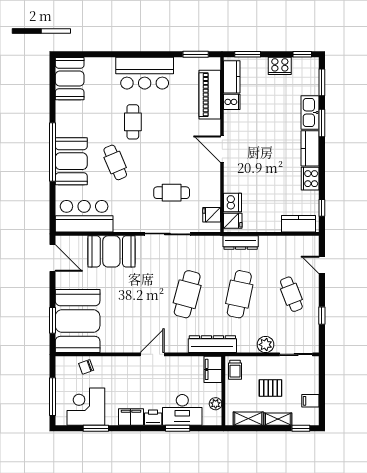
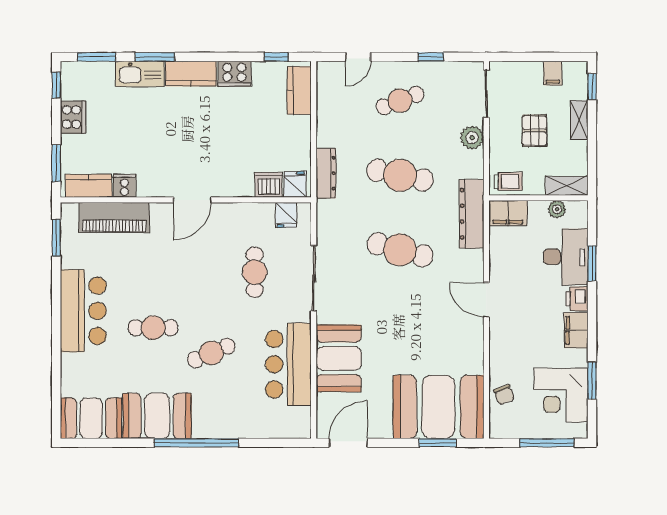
booth: (71, 161) -> (157, 416), moved
bar counter: (84, 216) -> (288, 364), moved
shelving: (248, 419) -> (567, 186), moved, turned 90

